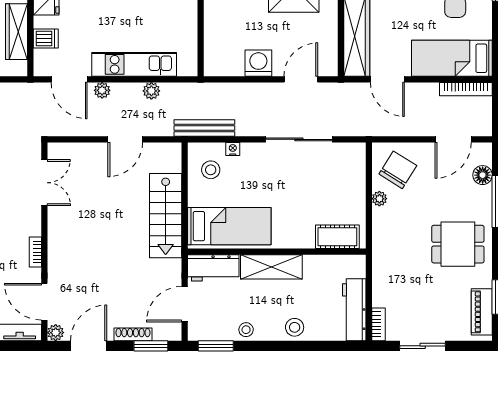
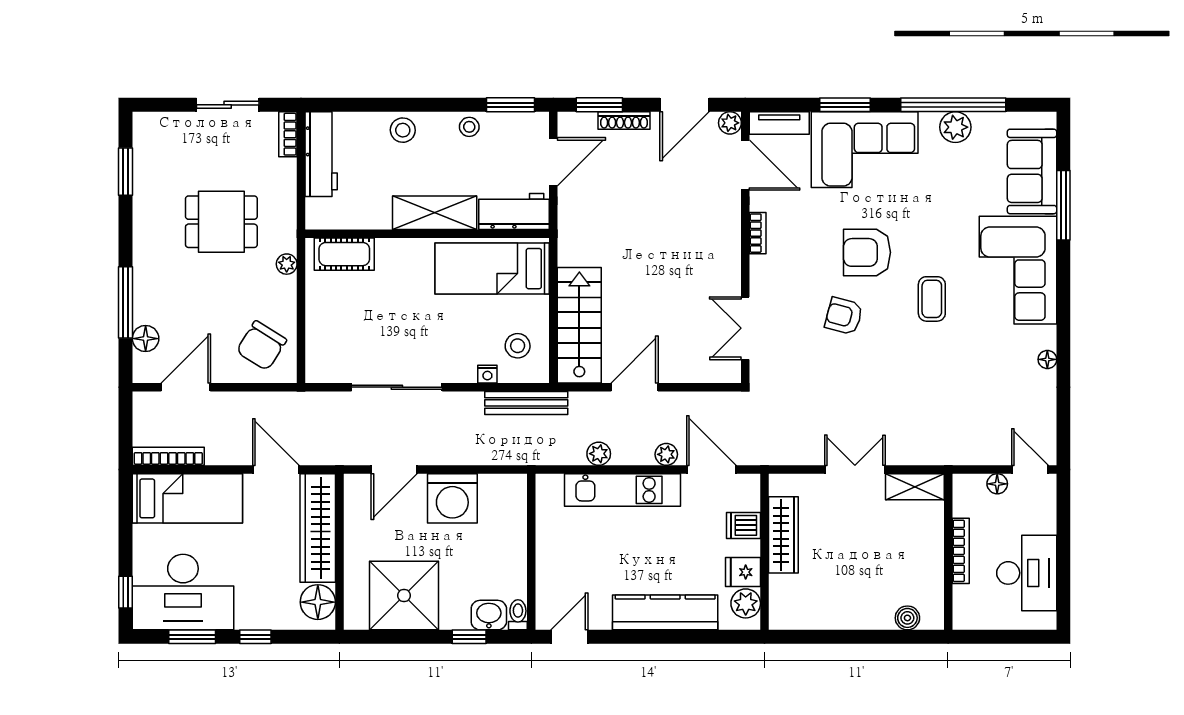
washing machine: (258, 63) -> (452, 498), width x1.37, depth x1.37
plant: (379, 199) -> (287, 264), moved
stairs: (166, 216) -> (579, 325), moved
dining table: (458, 244) -> (221, 222), moved
piano: (482, 312) -> (147, 151), removed

